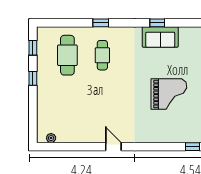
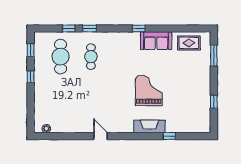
window: (77, 23) -> (69, 28), added
sofa: (160, 37) -> (156, 41), moved
grand piano: (169, 94) -> (149, 90), turned -90
fireplace: (170, 135) -> (149, 126), added

